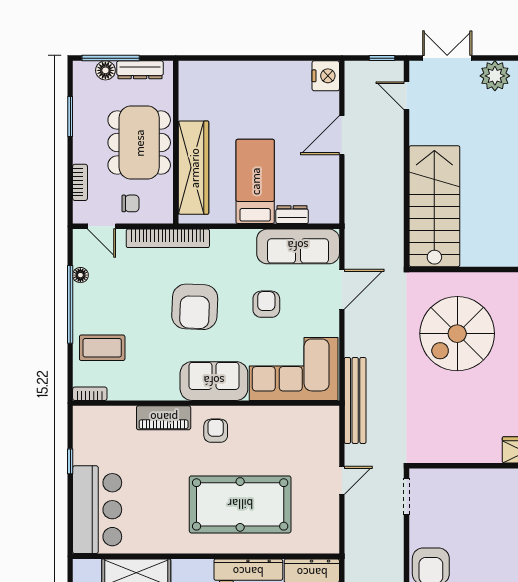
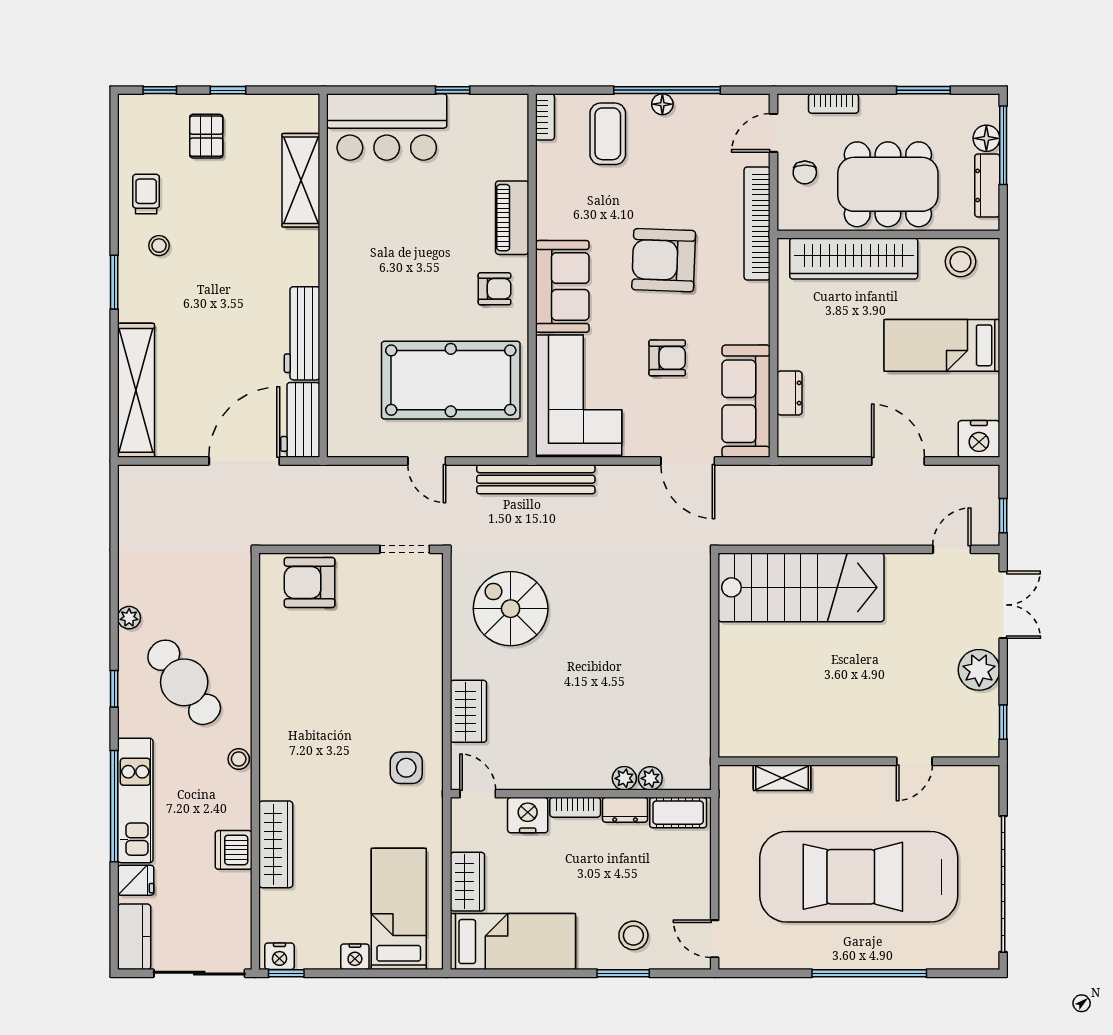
stool: (196, 89) -> (960, 262), added
bed: (255, 181) -> (942, 345), moved, turned 180
floor lamp: (80, 275) -> (662, 104), moved
spiral stairs: (457, 334) -> (511, 609), moved, width x0.73, depth x0.73
pool table: (240, 504) -> (451, 380), moved, turned 90

